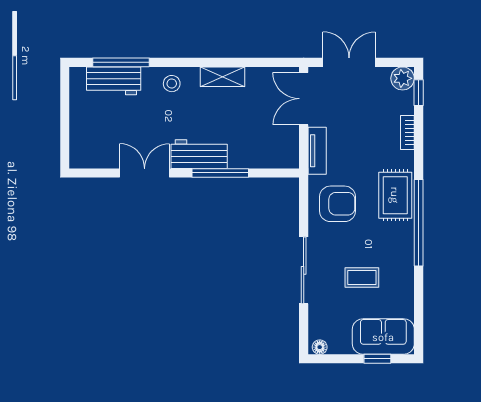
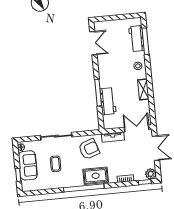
workbench: (199, 154) -> (108, 101), moved
double door: (145, 173) -> (93, 43), moved
armchair: (338, 204) -> (89, 149), turned -109
sofa: (383, 337) -> (28, 165), moved

